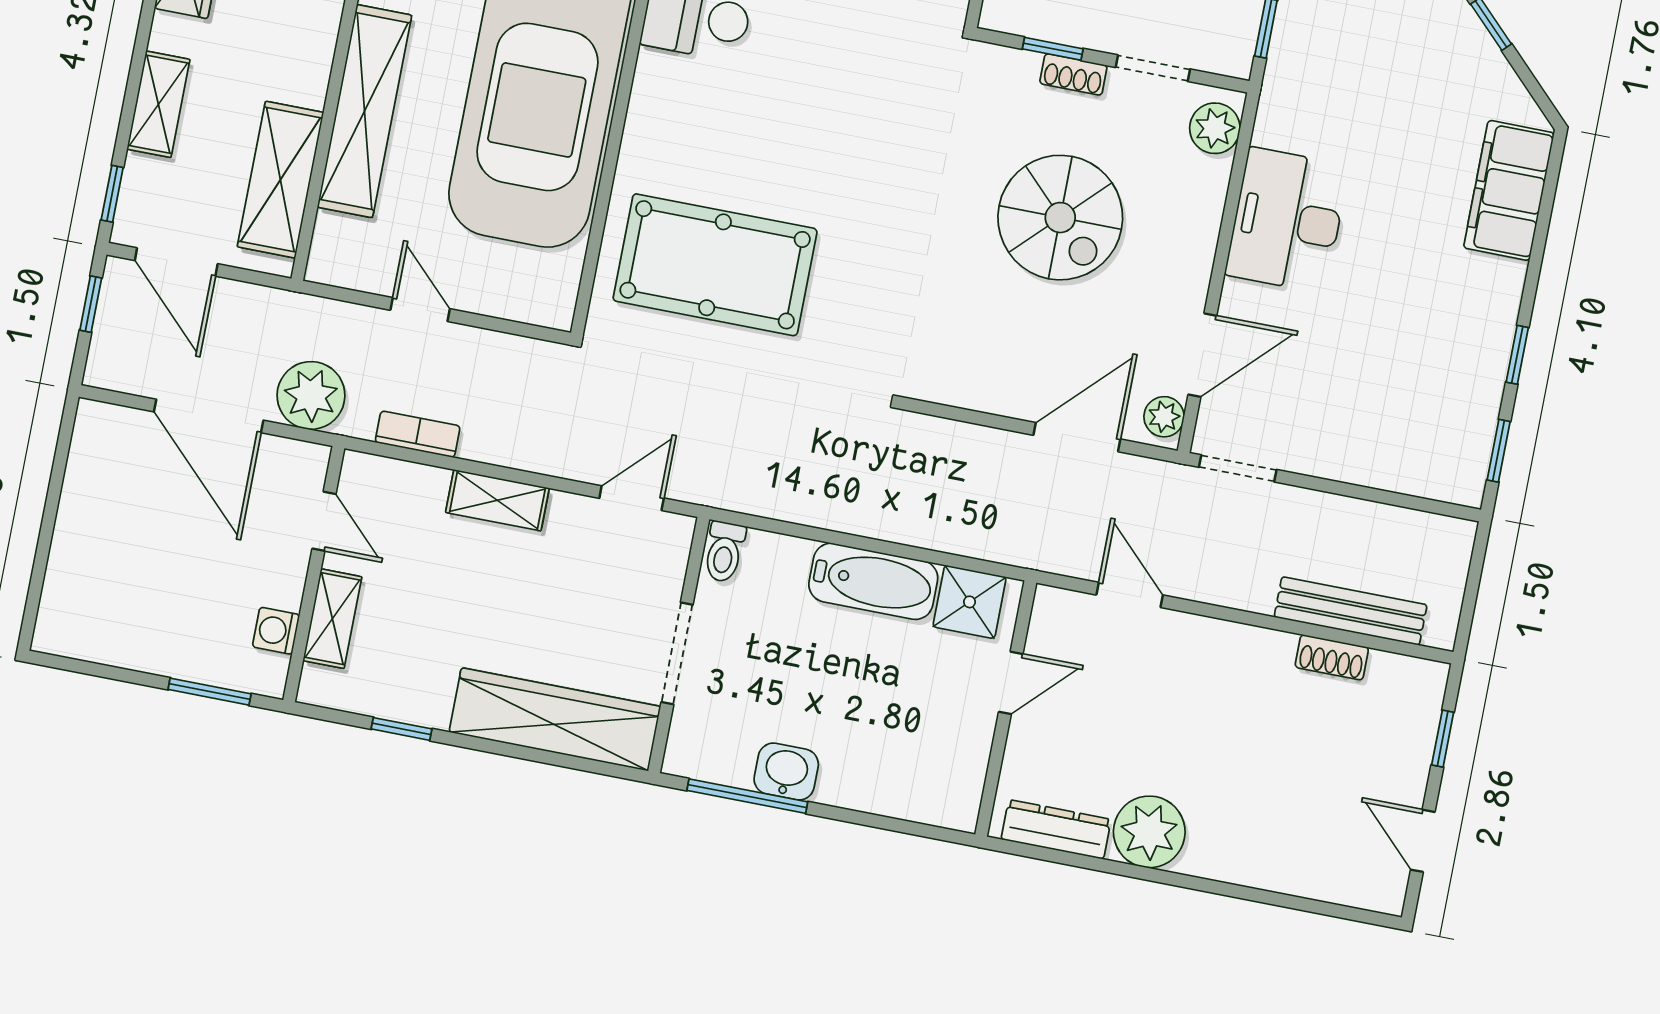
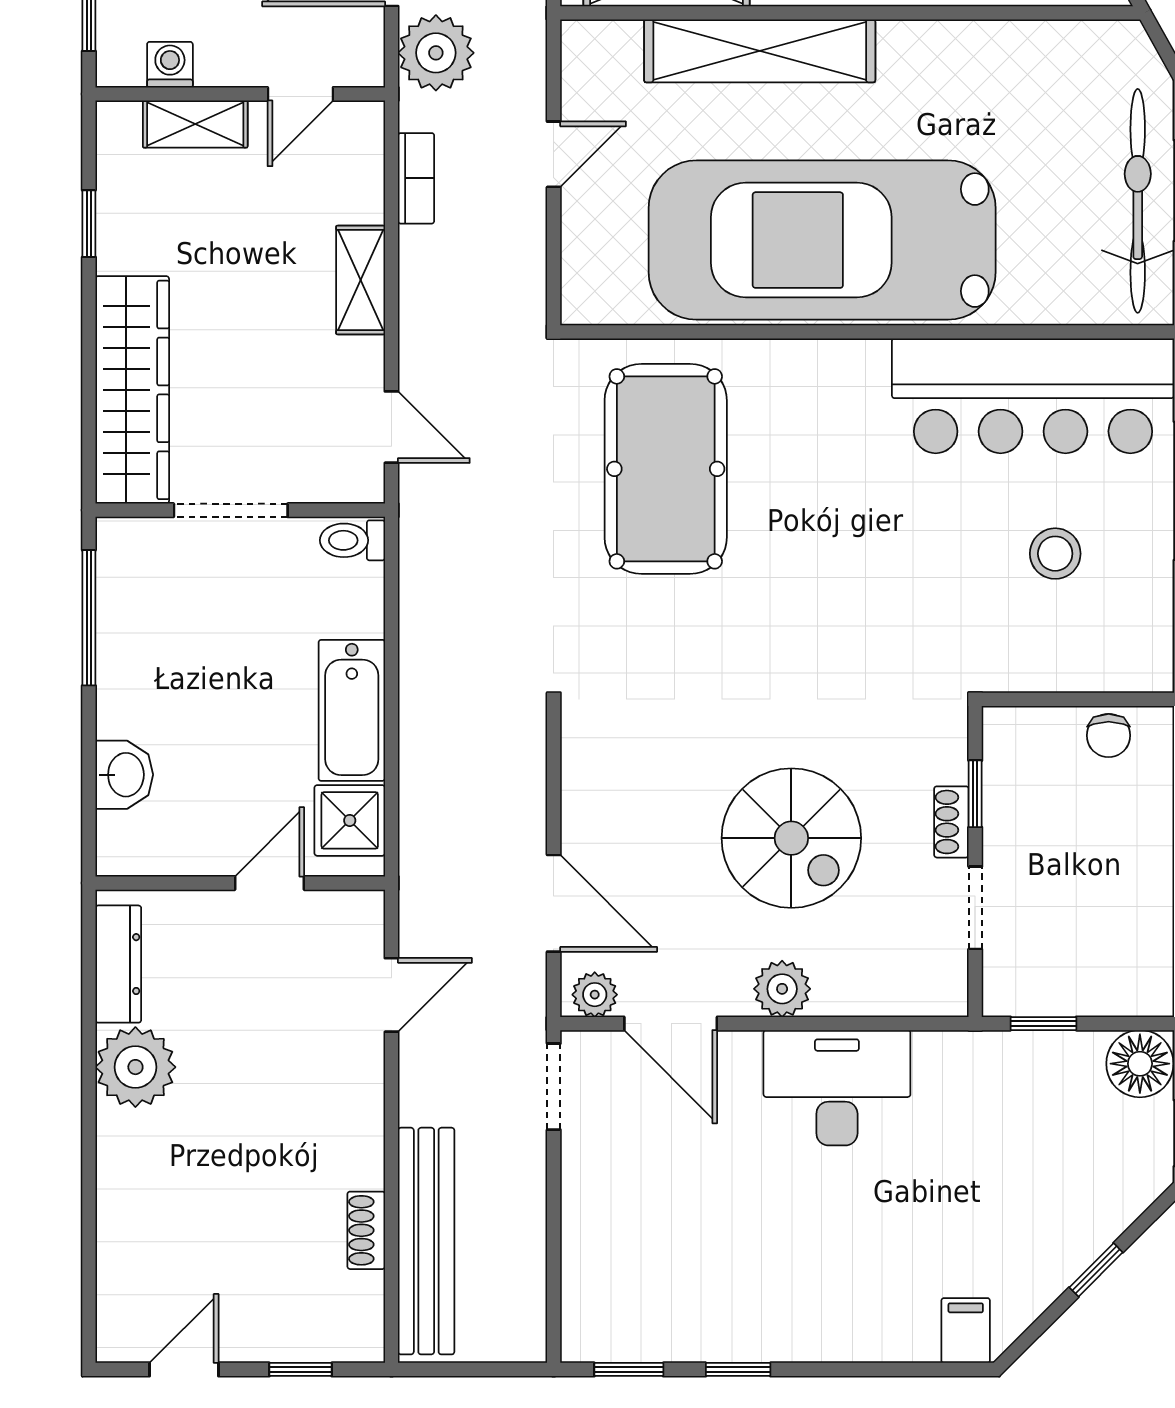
plant: (1215, 128) -> (782, 989), moved
filing cabinet: (1509, 190) -> (966, 1331), width x0.33, depth x0.86
spiral stairs: (1060, 218) -> (791, 838), turned -90
bench: (1351, 611) -> (426, 1241), width x1.37, depth x1.21
door: (1011, 683) -> (270, 883), swing flipped
washbasin: (786, 772) -> (124, 775), moved

